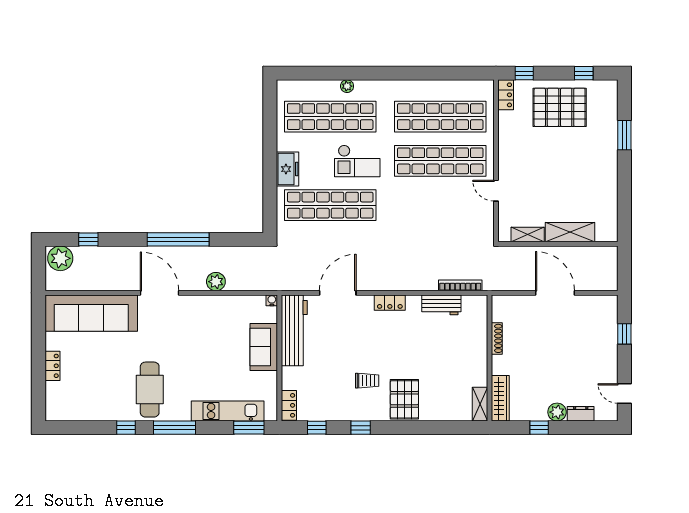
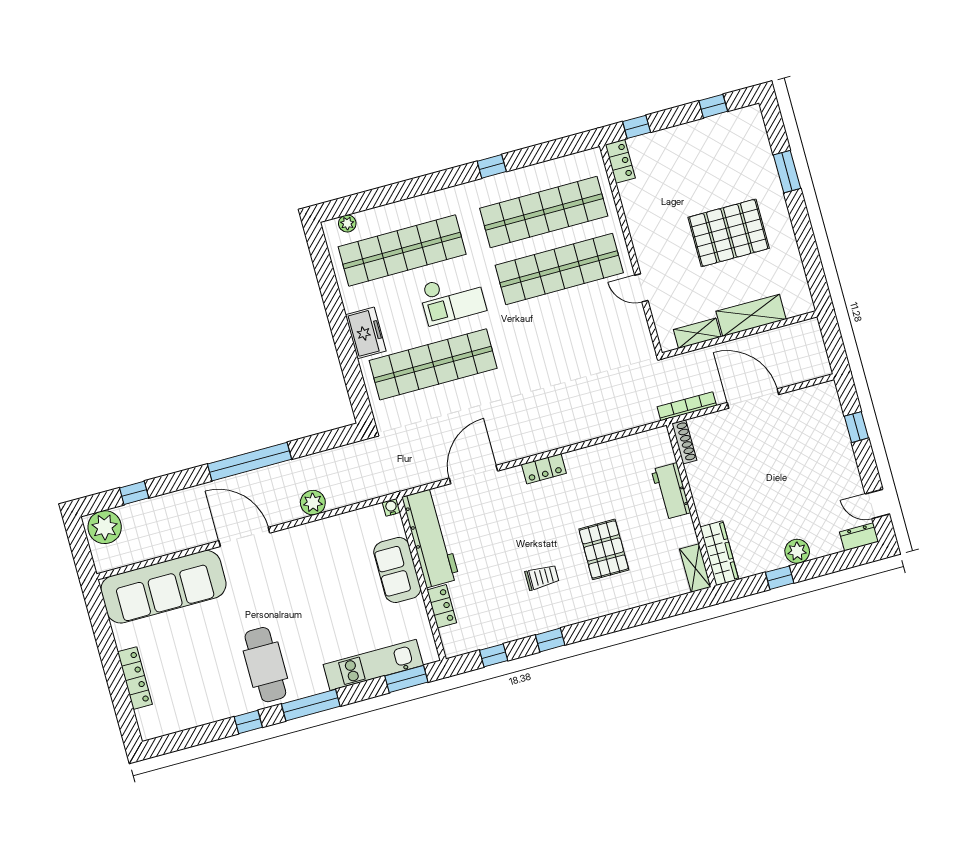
window: (412, 73) -> (492, 166), added
plant: (347, 86) -> (347, 223), moved
pallet: (560, 107) -> (729, 233), moved
bookcase: (460, 285) -> (687, 406), moved
workbench: (441, 305) -> (671, 491), moved, turned 90
shoe rack: (497, 338) -> (684, 442), moved
locker: (52, 366) -> (135, 678), width x1.53
pallet: (404, 399) -> (604, 549), moved
locker: (289, 405) -> (442, 606), moved
dresser: (581, 414) -> (859, 537), moved

